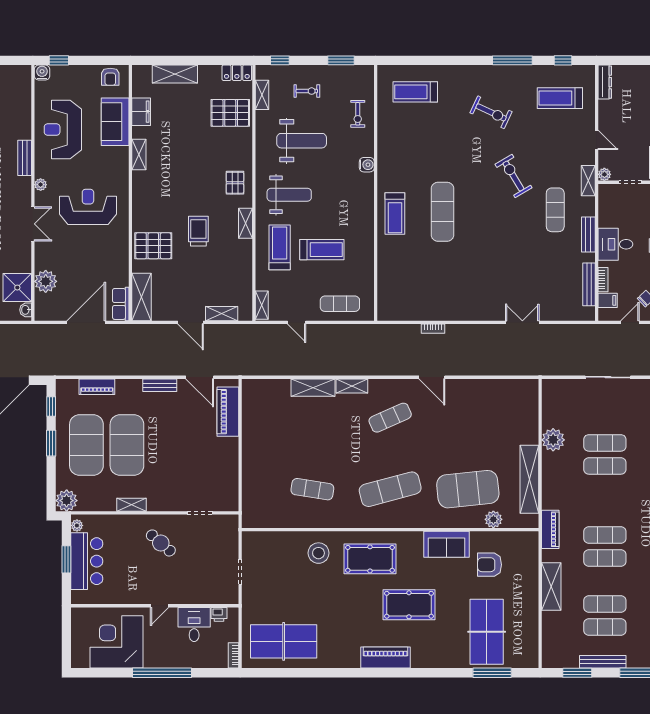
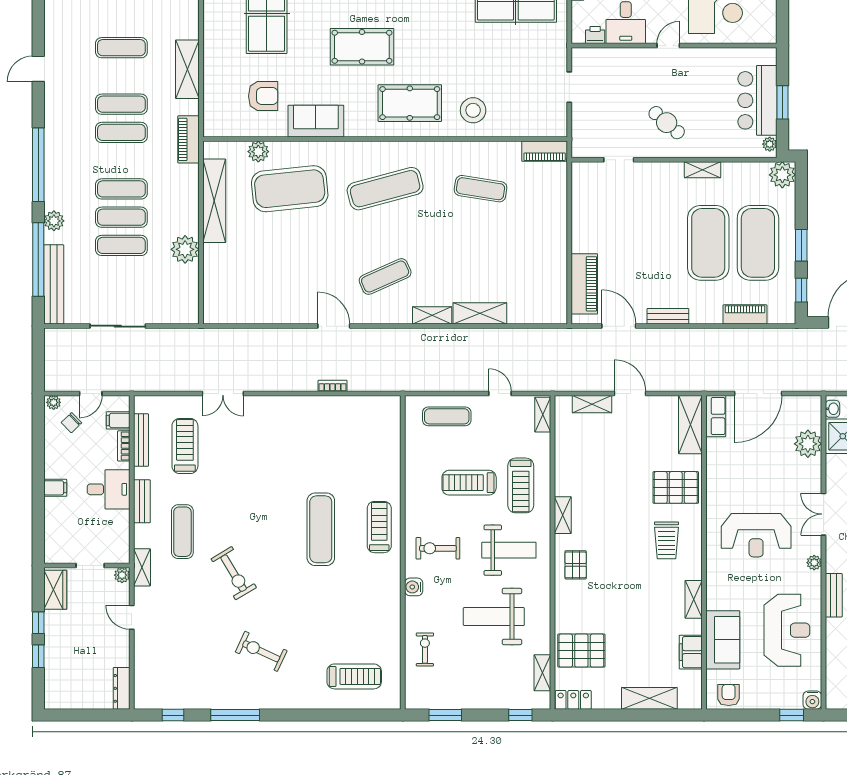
exercise bike: (307, 91) -> (438, 548), moved, width x1.38, depth x1.39
treadmill: (560, 98) -> (185, 446), moved, turned -90
weight bench: (289, 195) -> (509, 550), turned 180
trolley: (198, 231) -> (667, 540), moved
piano: (260, 520) -> (545, 151), added
exercise mat: (605, 627) -> (121, 189), moved

